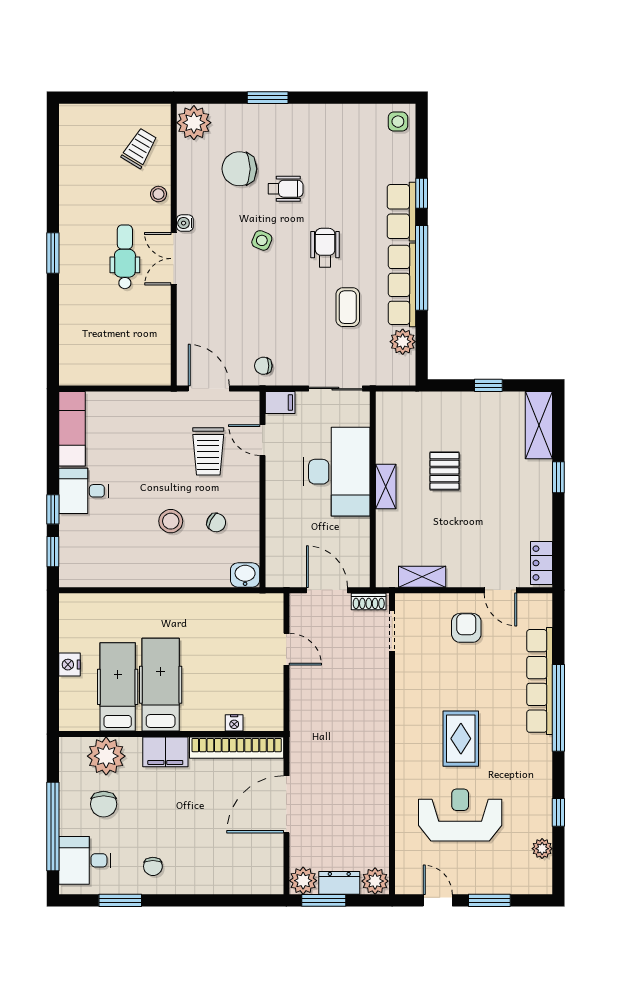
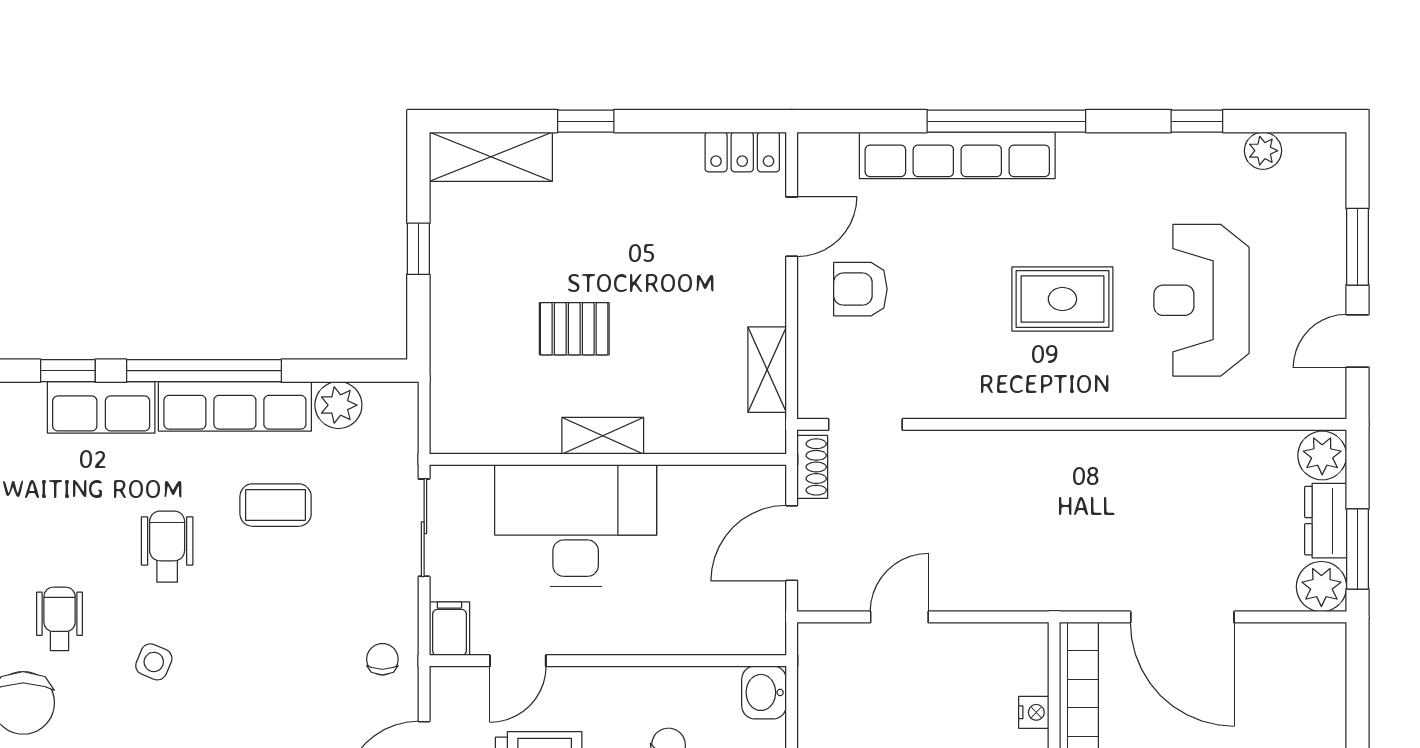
wheelchair: (325, 248) -> (167, 547), turned 90
chair: (263, 366) -> (382, 659), turned 180

